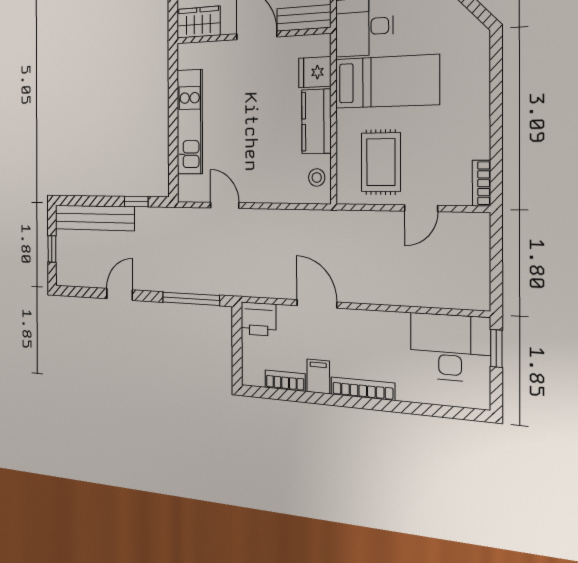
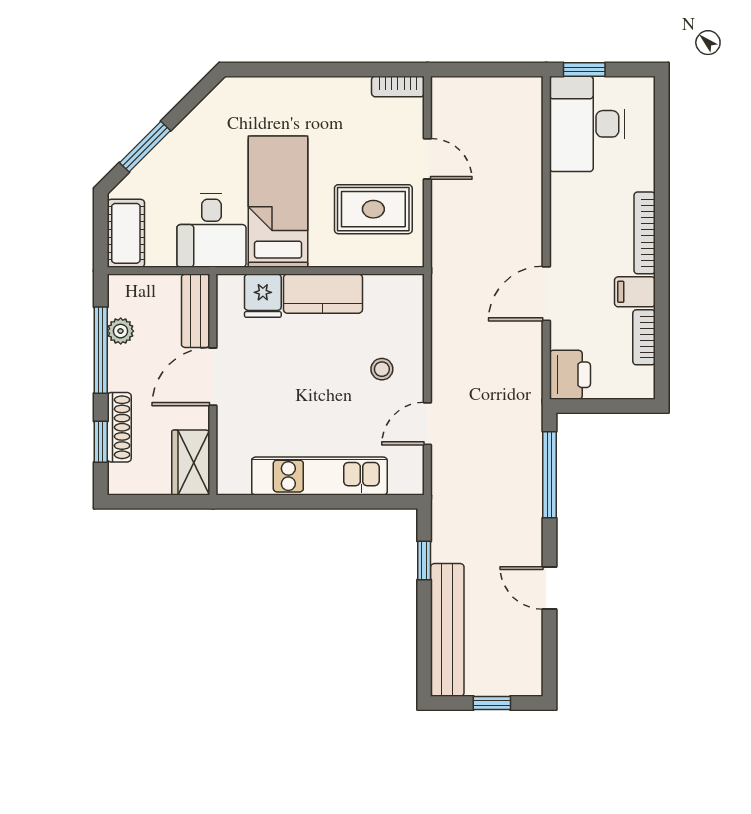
stool: (317, 177) -> (382, 369), moved

